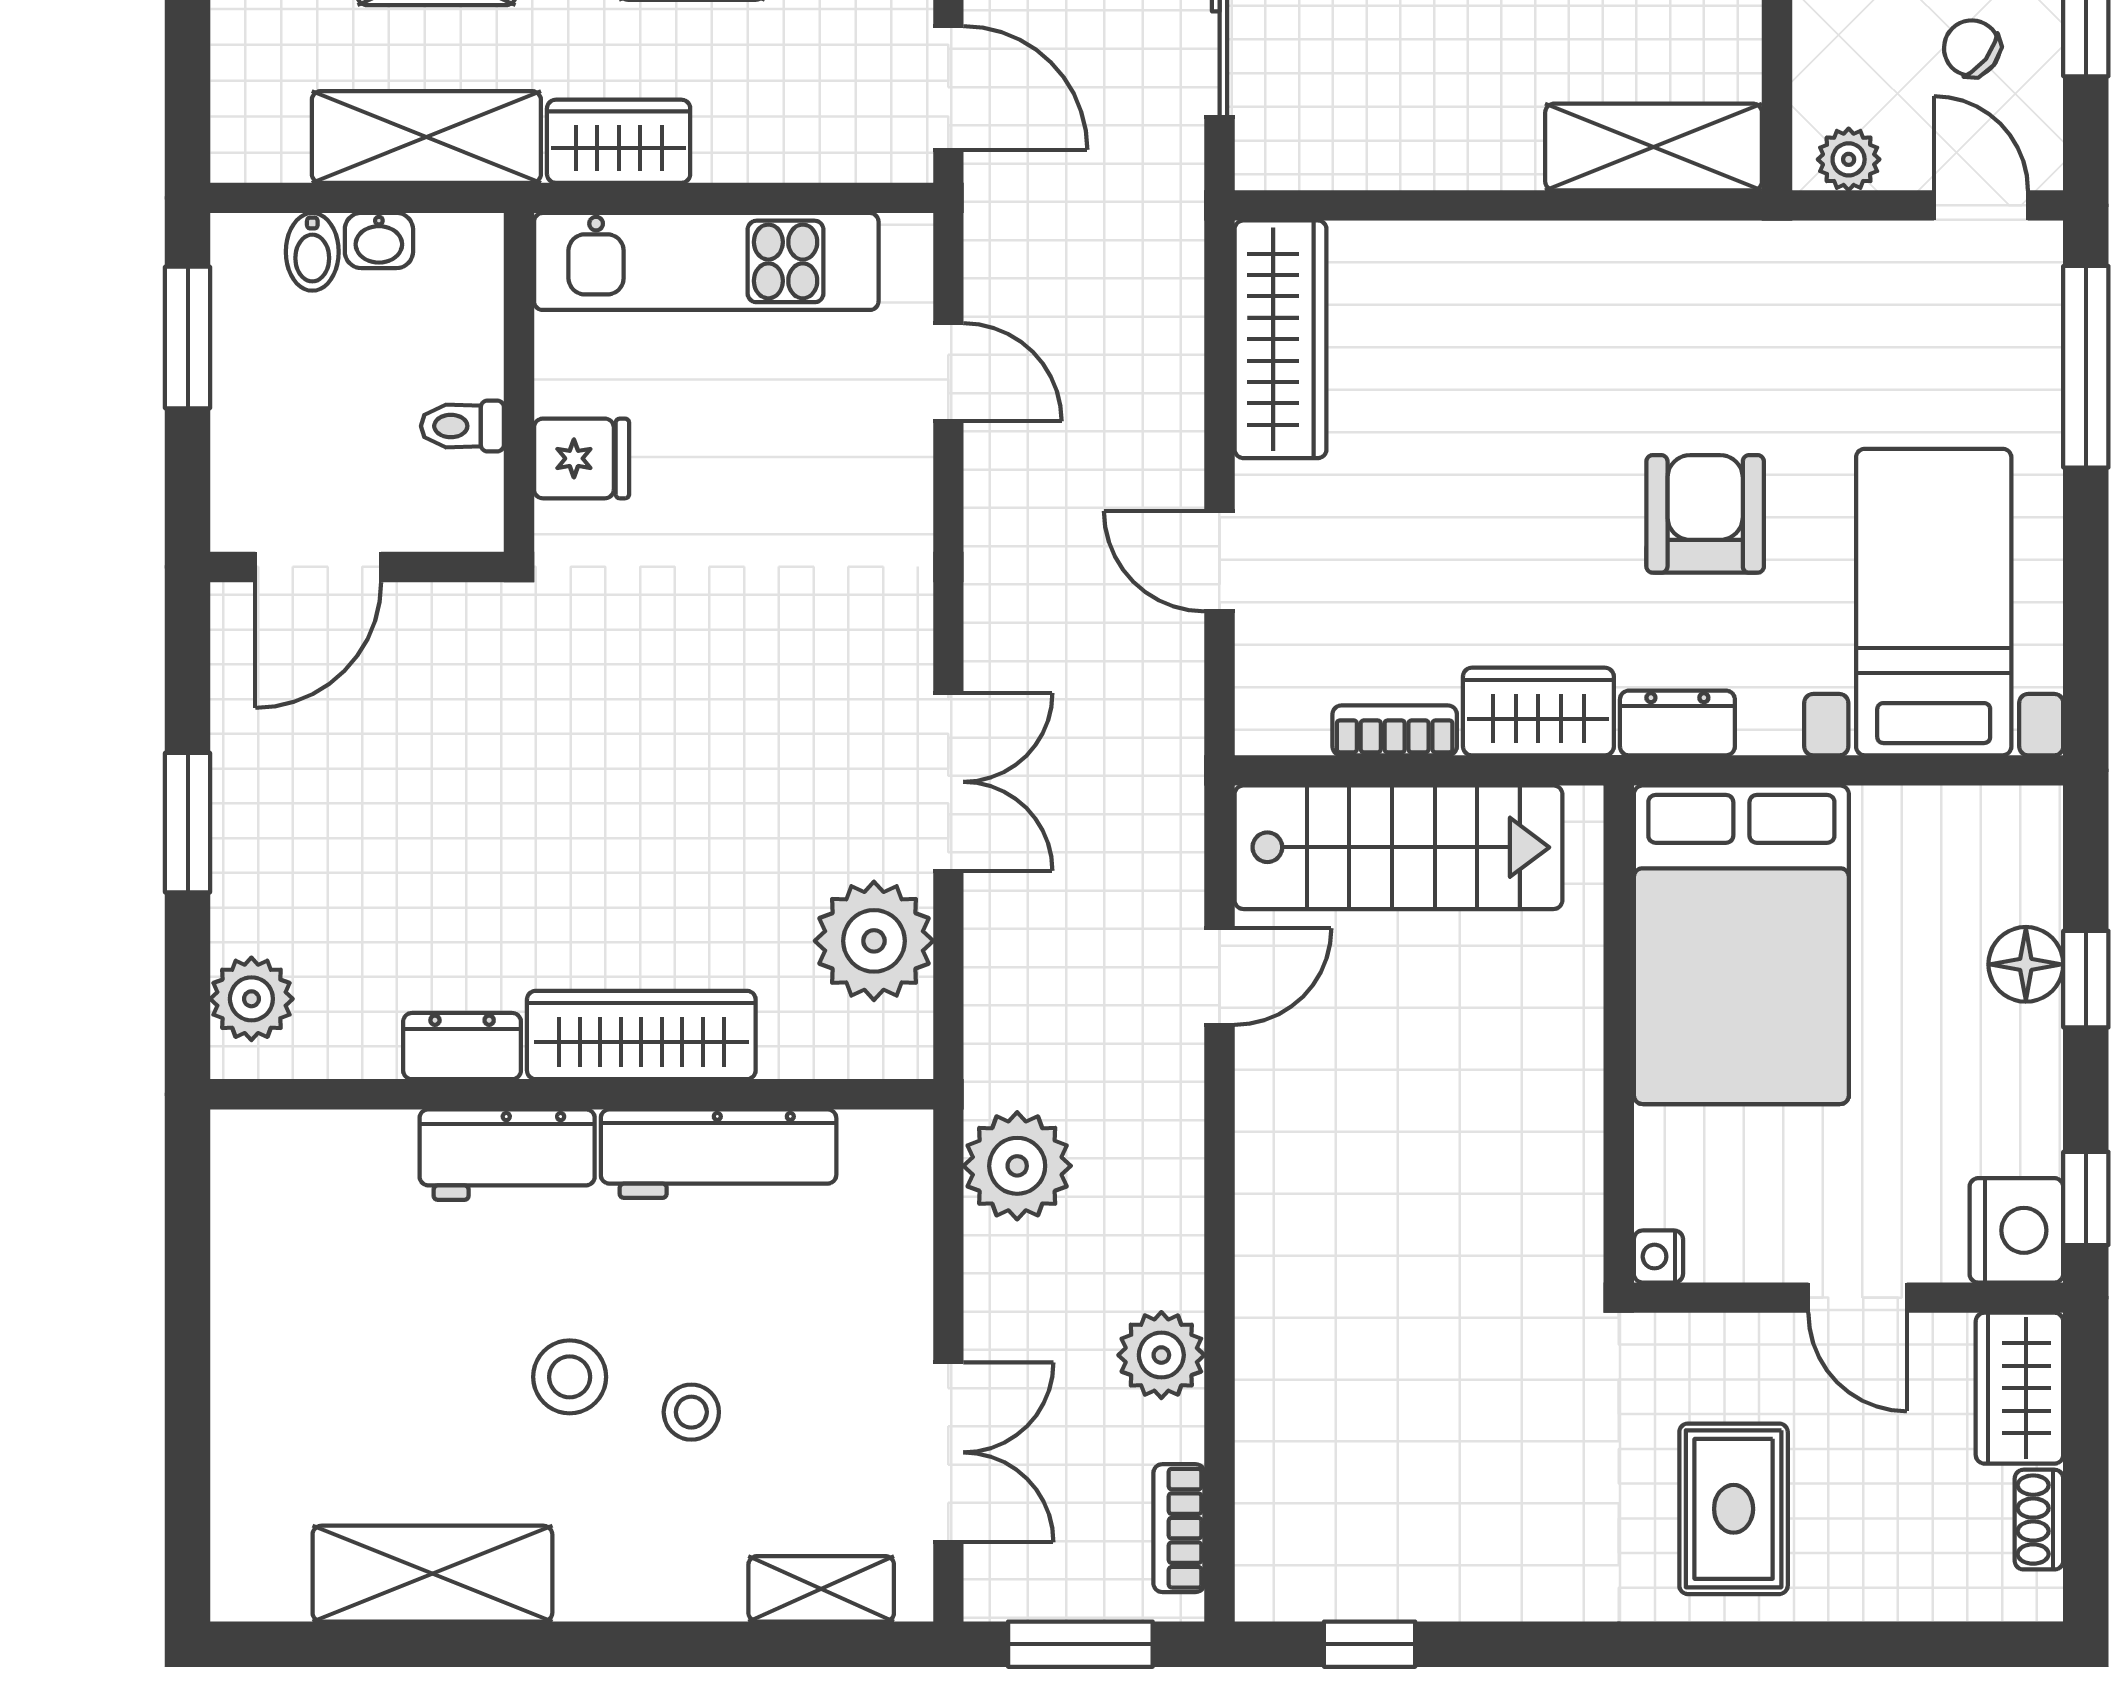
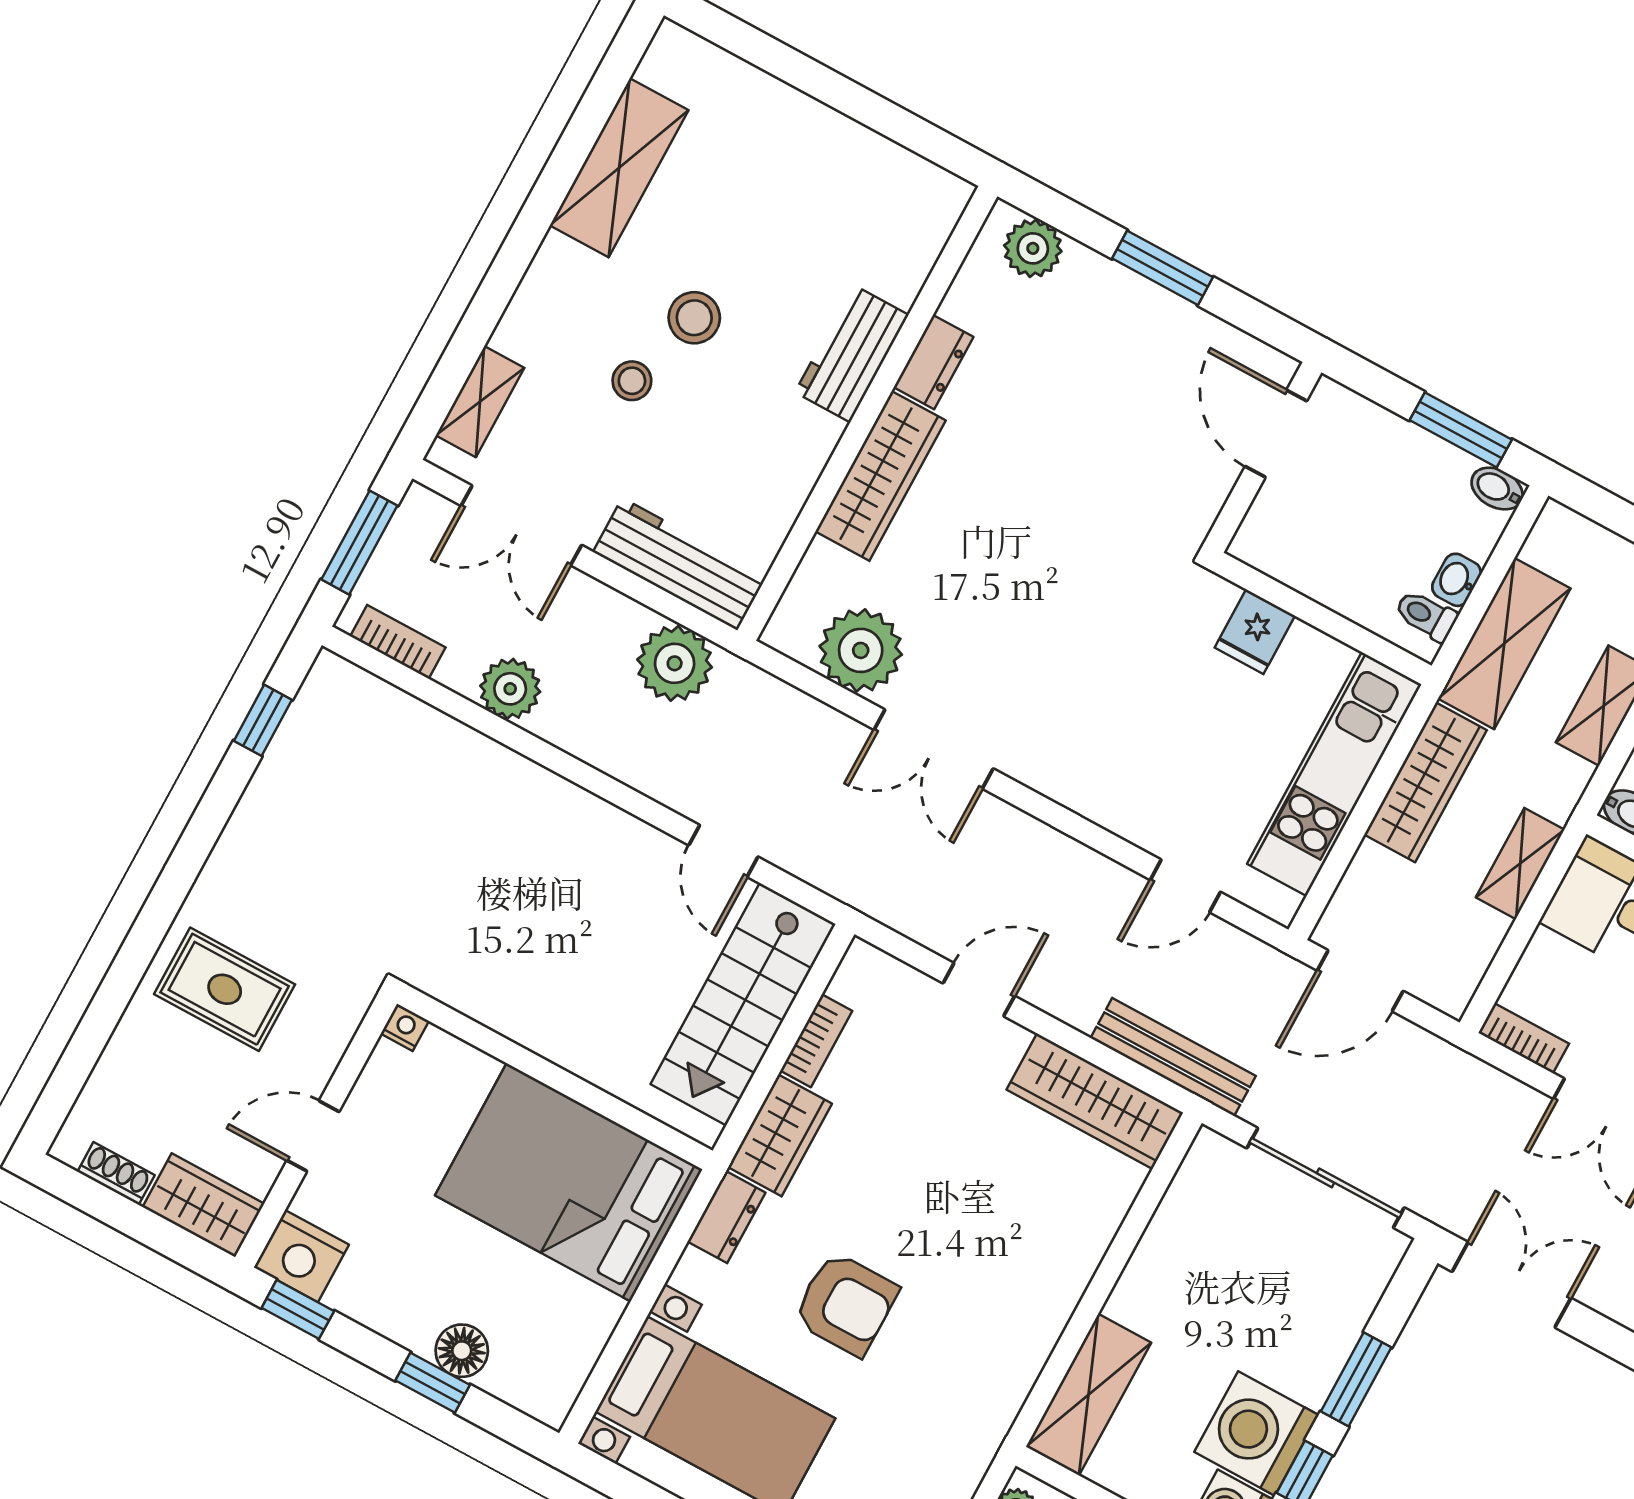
wardrobe: (619, 141) -> (1426, 782), width x1.50
bidet: (312, 252) -> (1497, 489), moved
bench: (1172, 271) -> (1173, 1057), added
toilet: (462, 426) -> (1426, 616), moved, turned -90
workbench: (719, 1154) -> (680, 564), moved, turned 90

